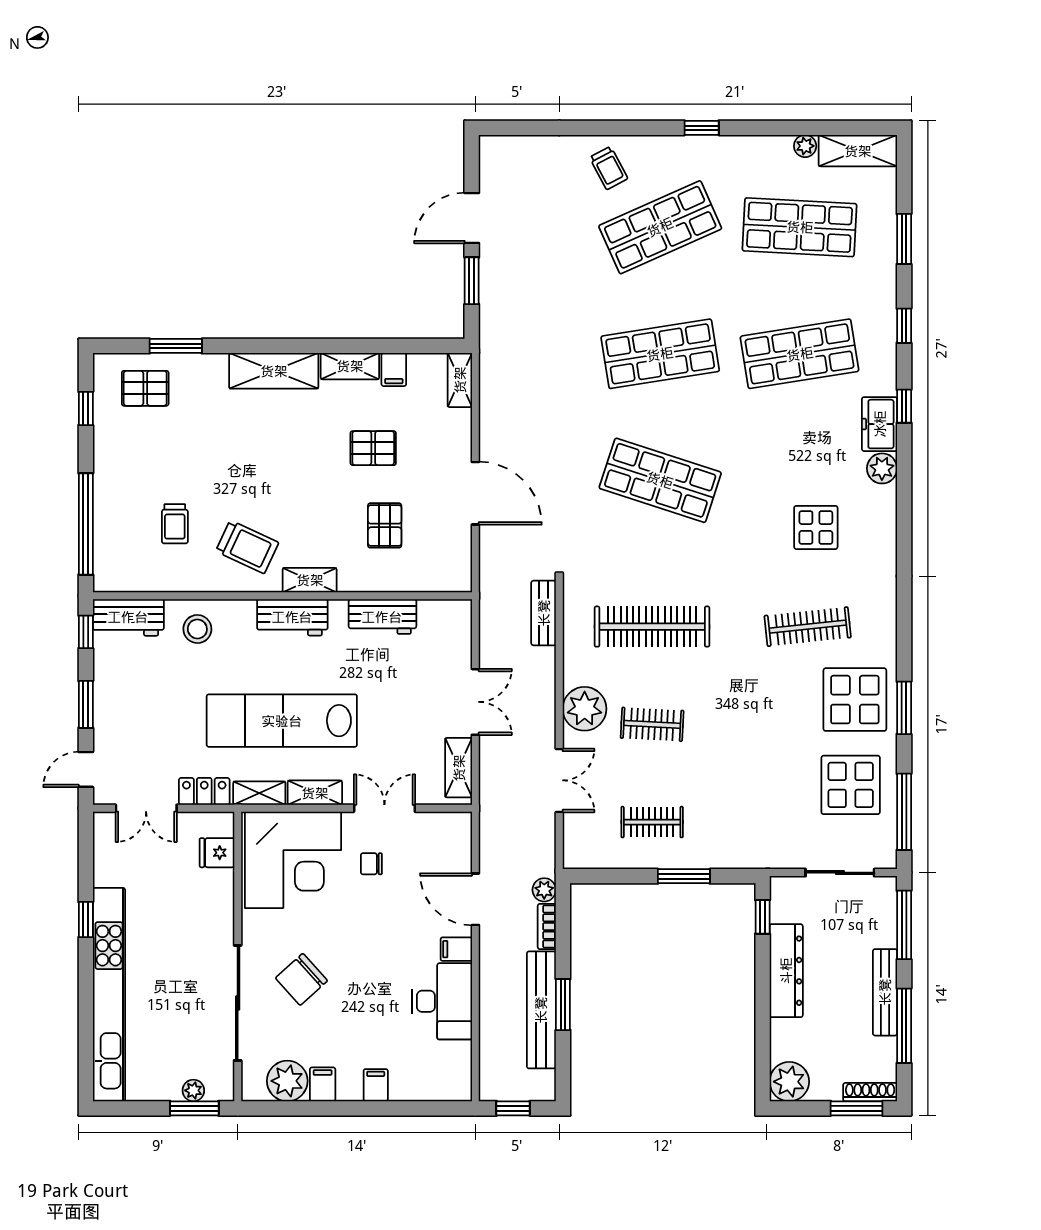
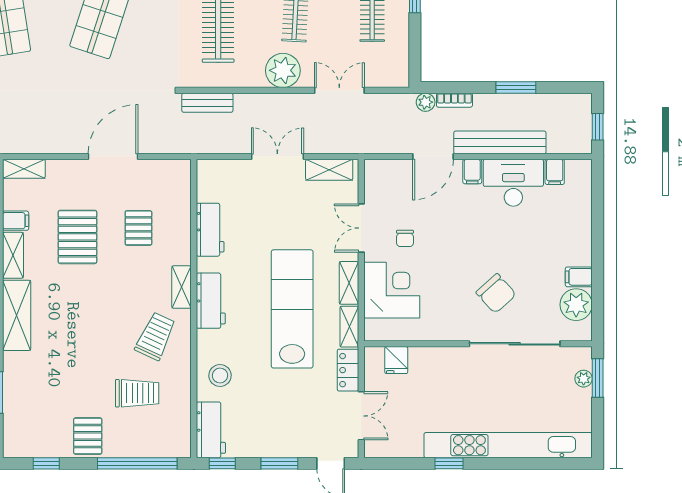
pallet: (145, 388) -> (88, 436), moved
pallet: (373, 448) -> (77, 237), width x1.50, depth x1.42
trolley: (175, 524) -> (137, 393), width x1.36, depth x1.39
pallet: (385, 525) -> (138, 228), turned 90
lab bench: (282, 721) -> (292, 309), turned 180
corner desk: (293, 860) -> (392, 290), width x0.74, depth x0.74
bench: (541, 1010) -> (500, 142), moved
filing cabinet: (376, 1085) -> (555, 172), moved, turned -90

